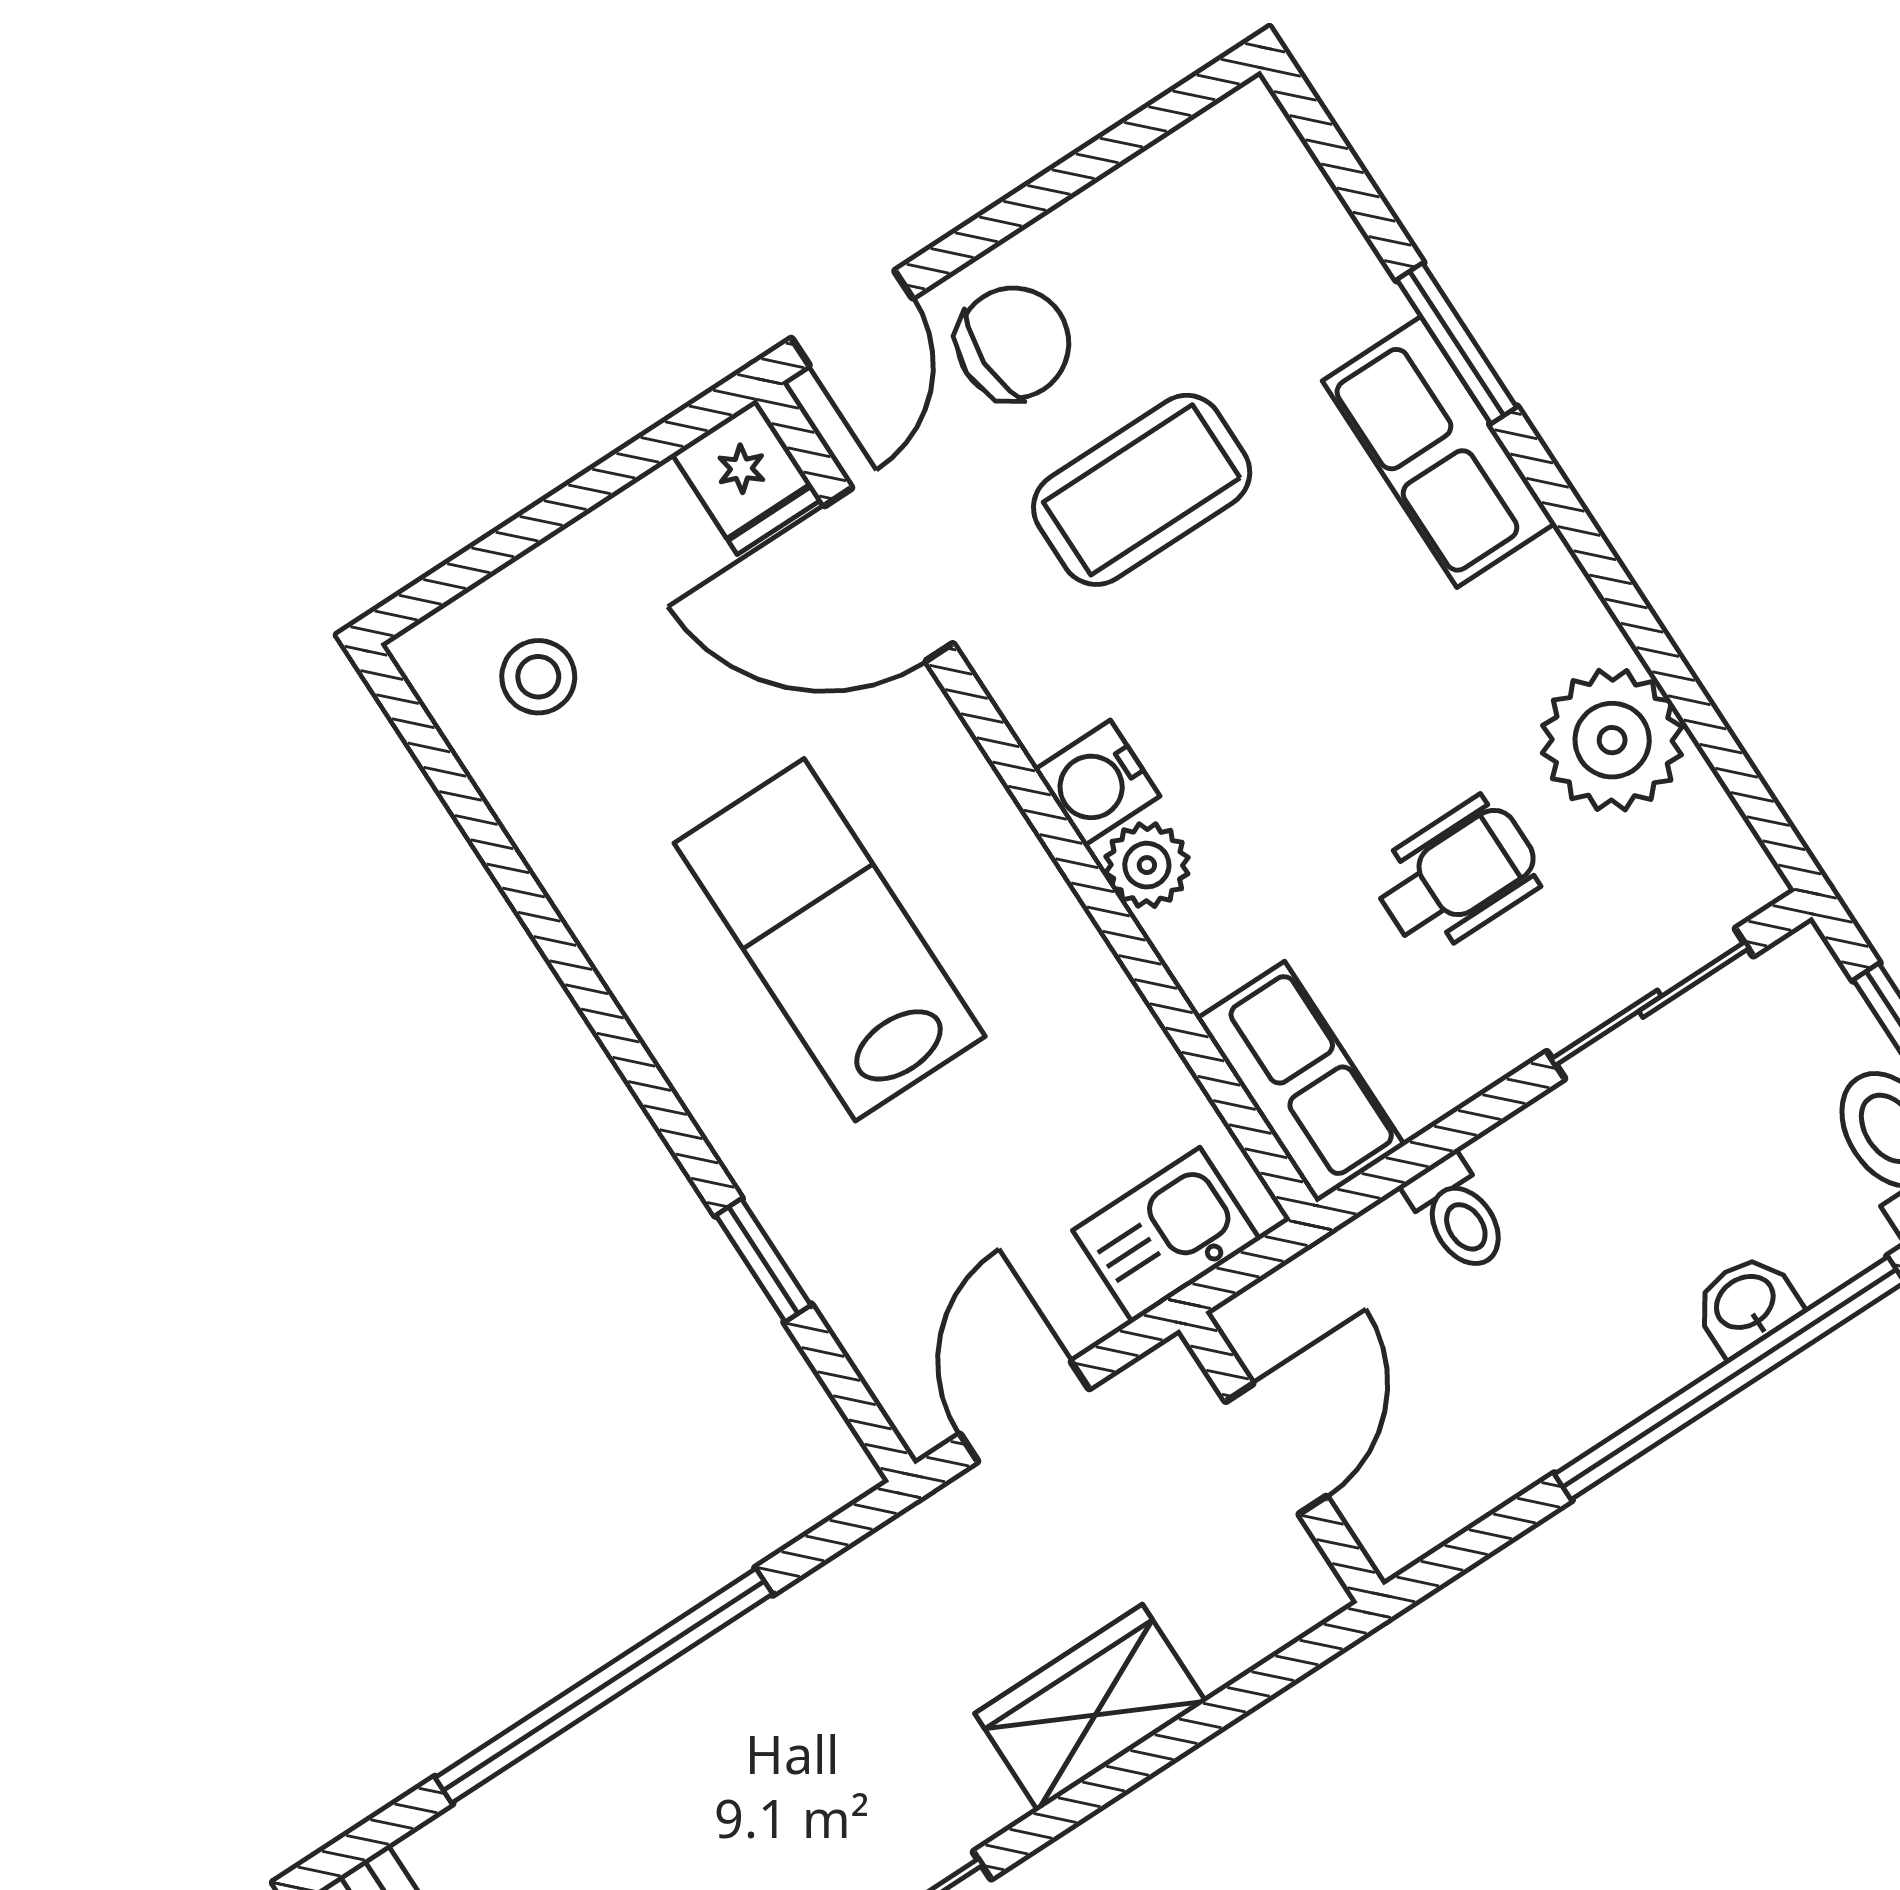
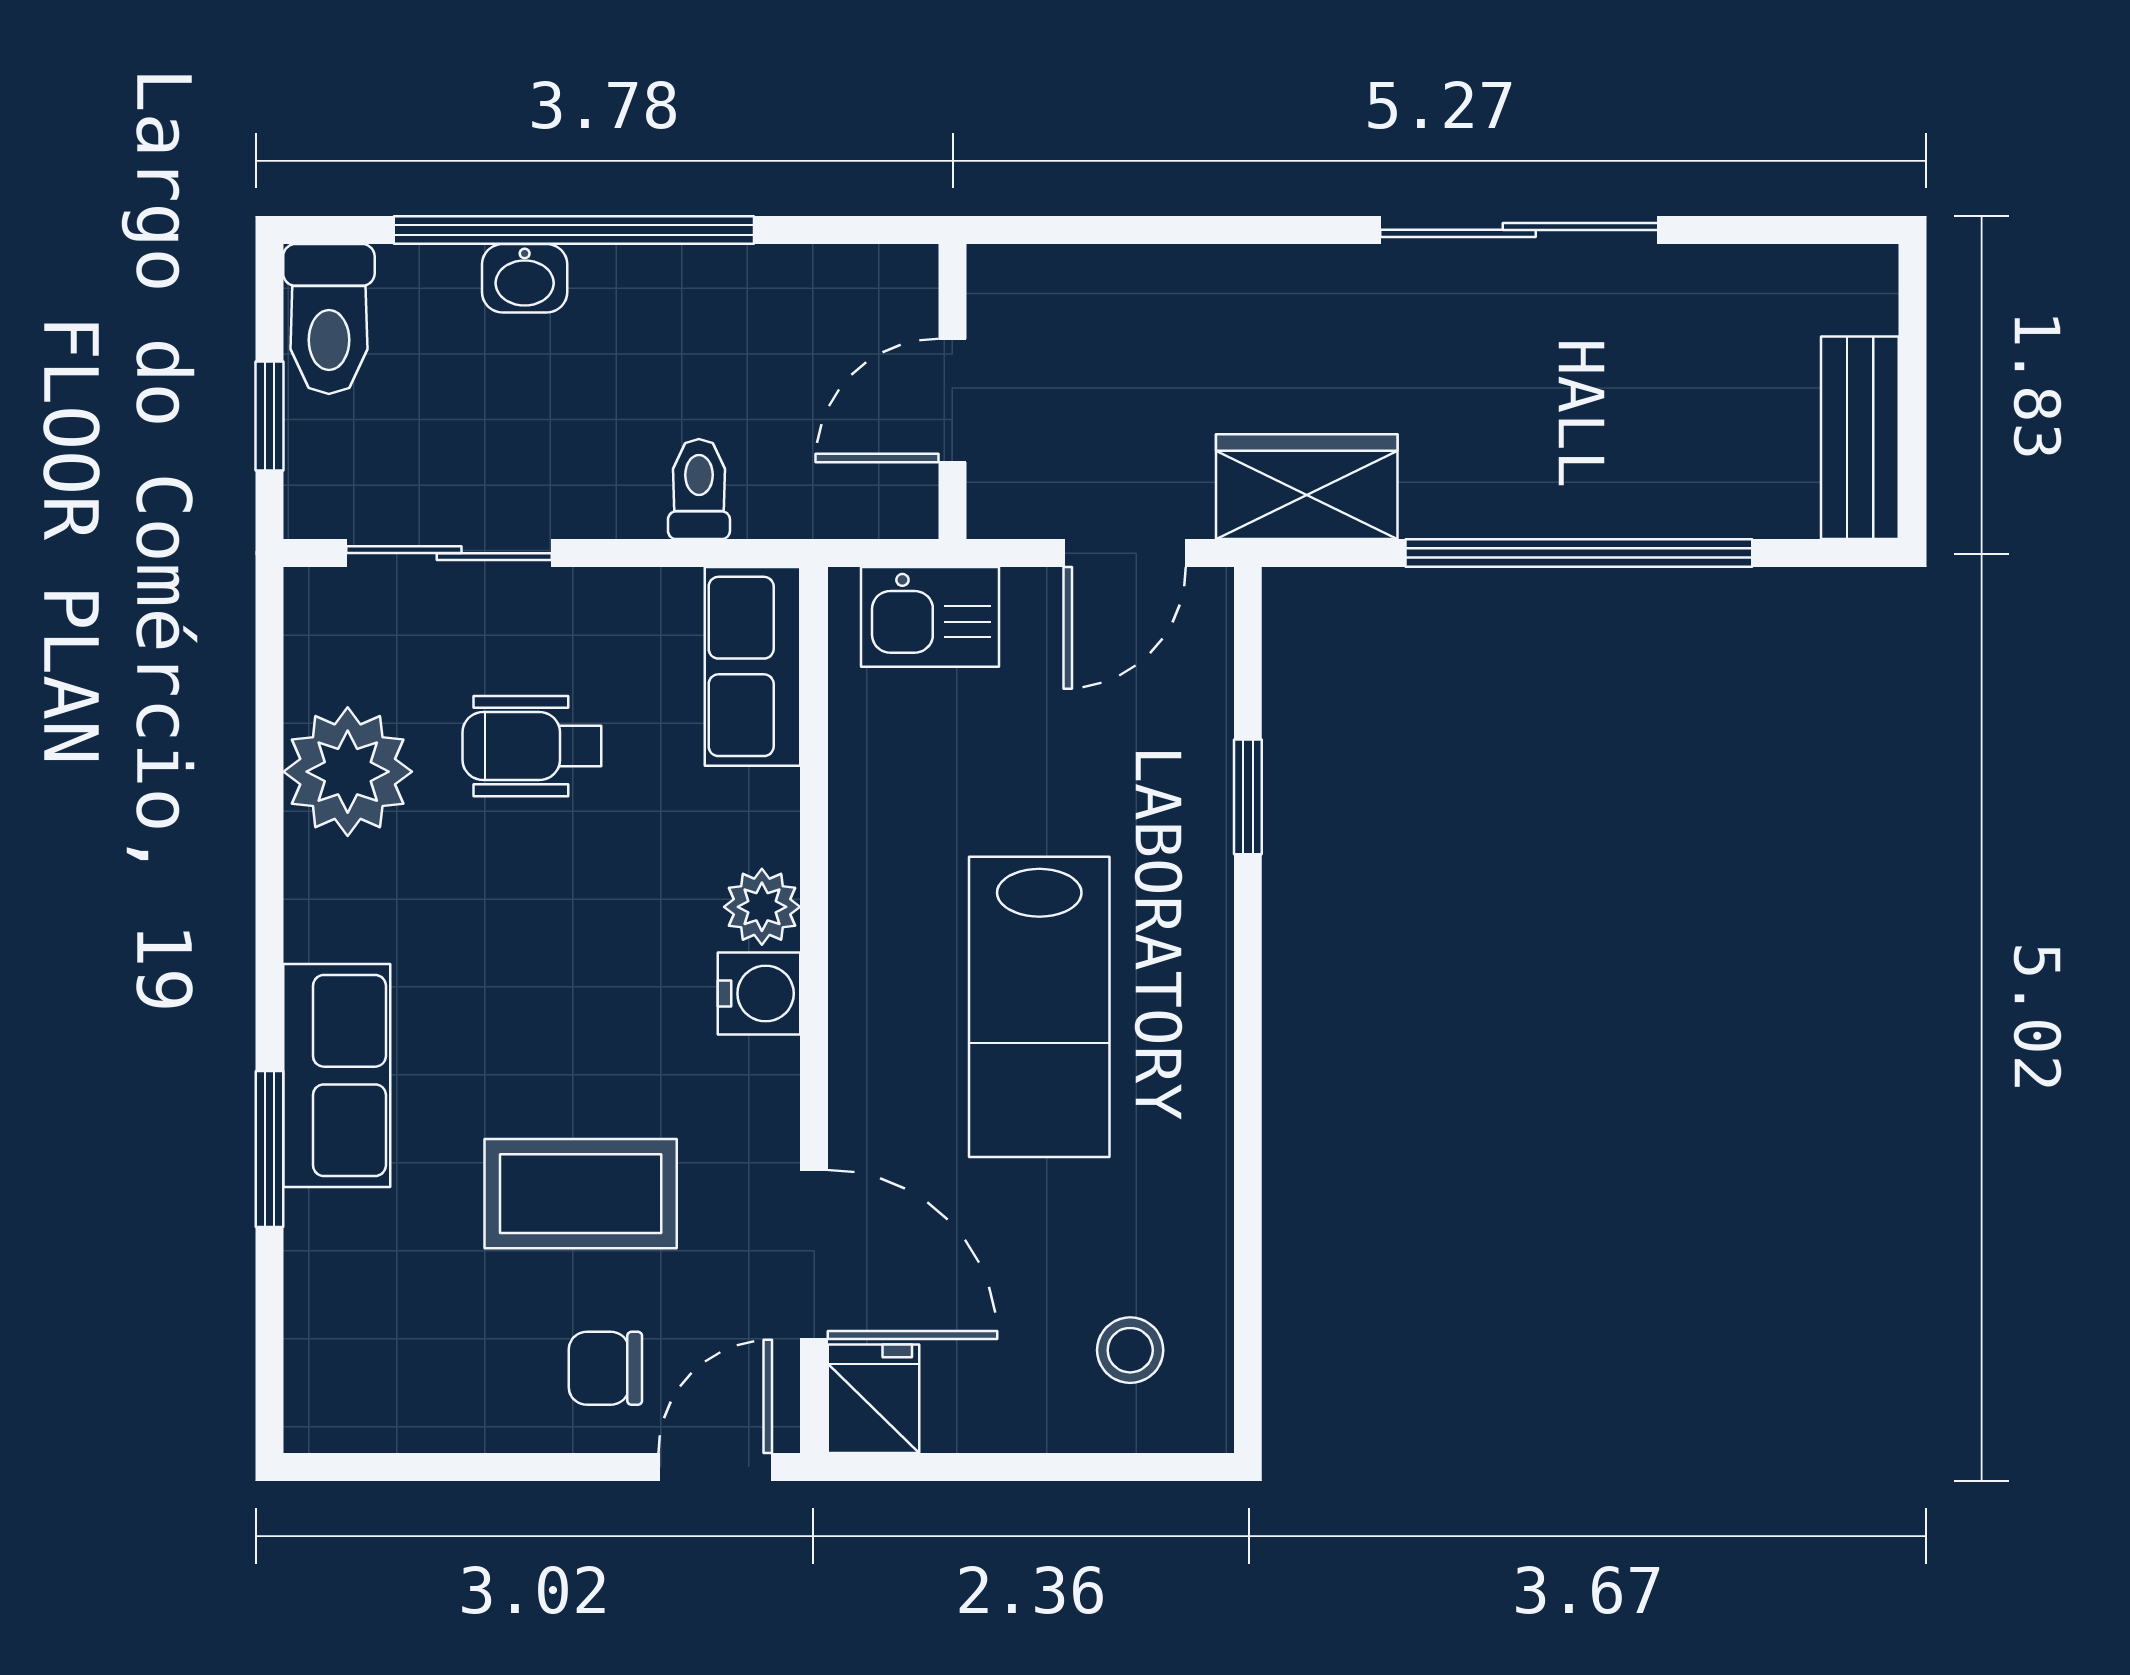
chair: (1013, 343) -> (605, 1368), width x0.73, depth x0.73
wardrobe: (1090, 1707) -> (1307, 487), moved, turned 180

